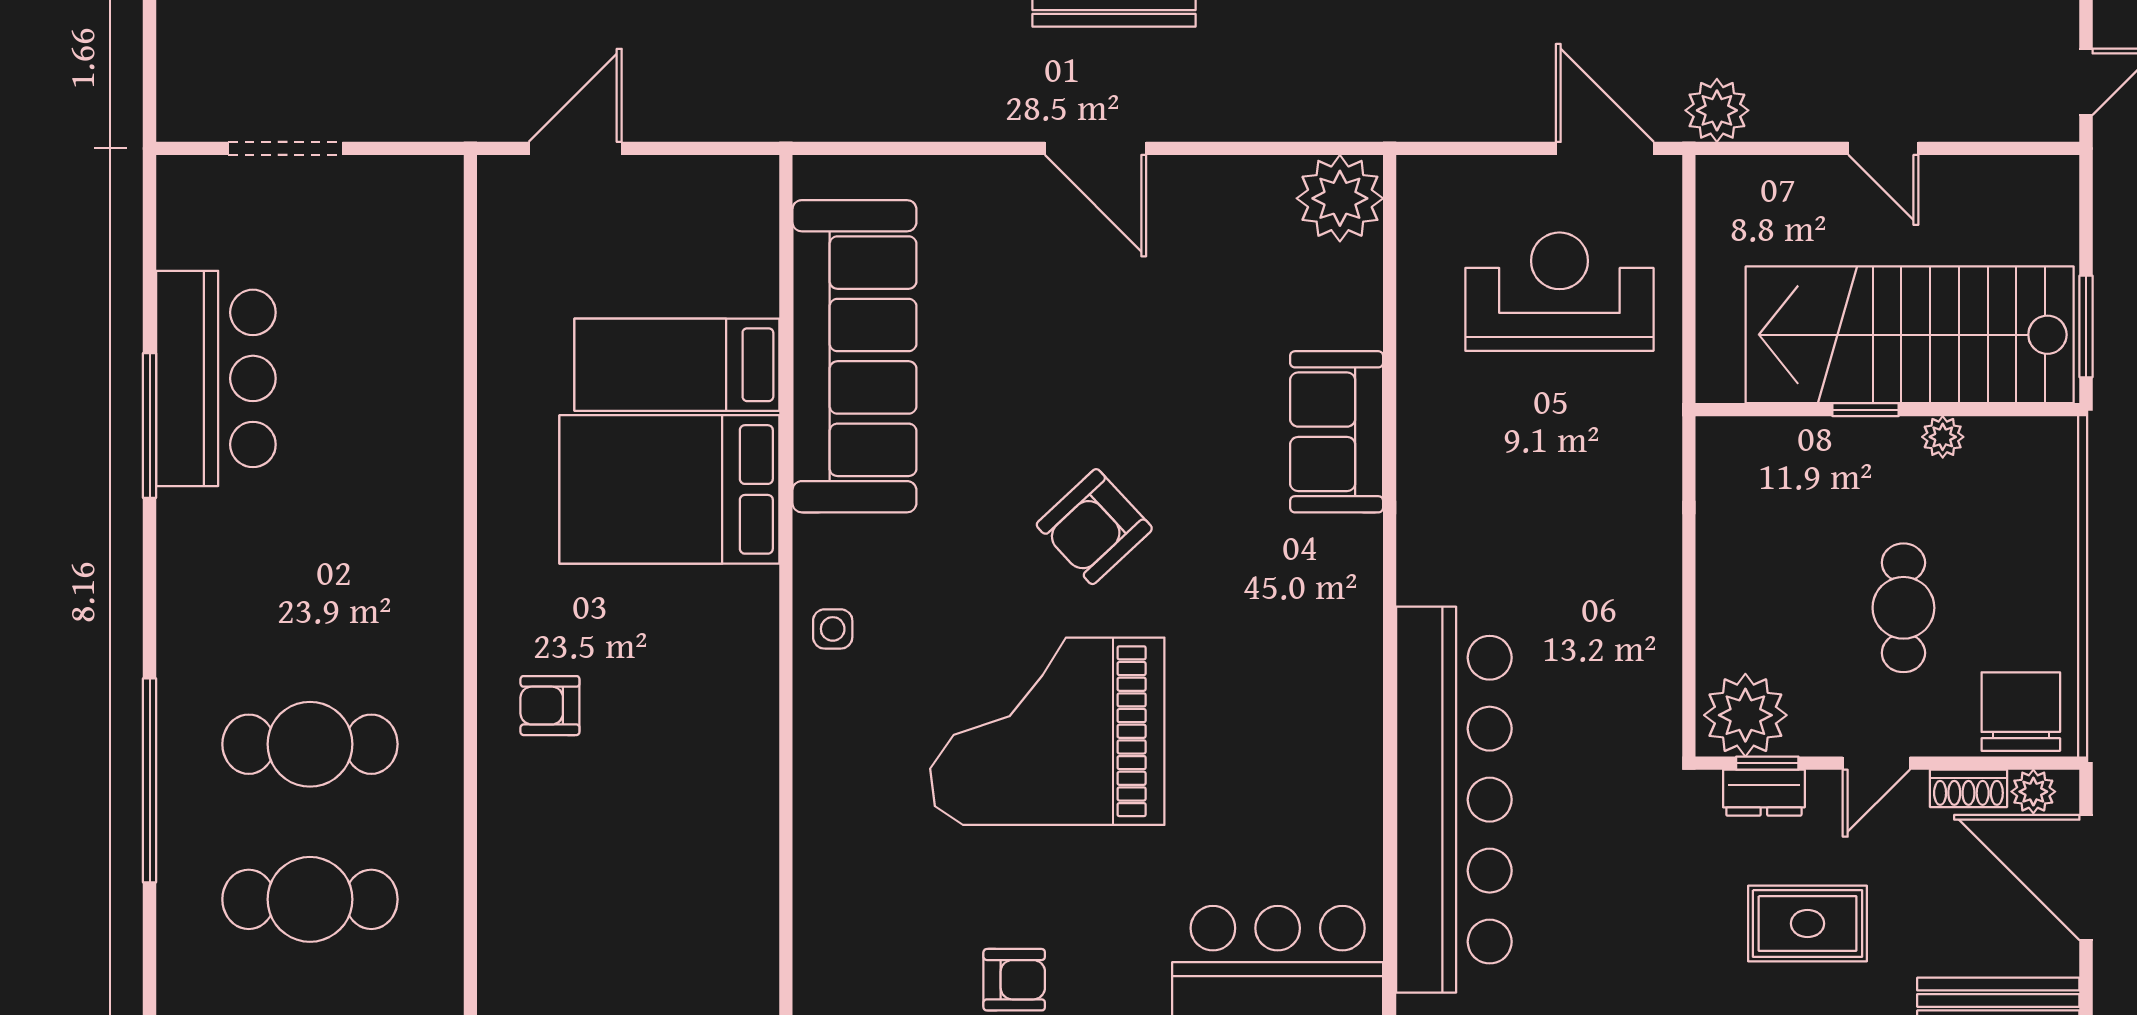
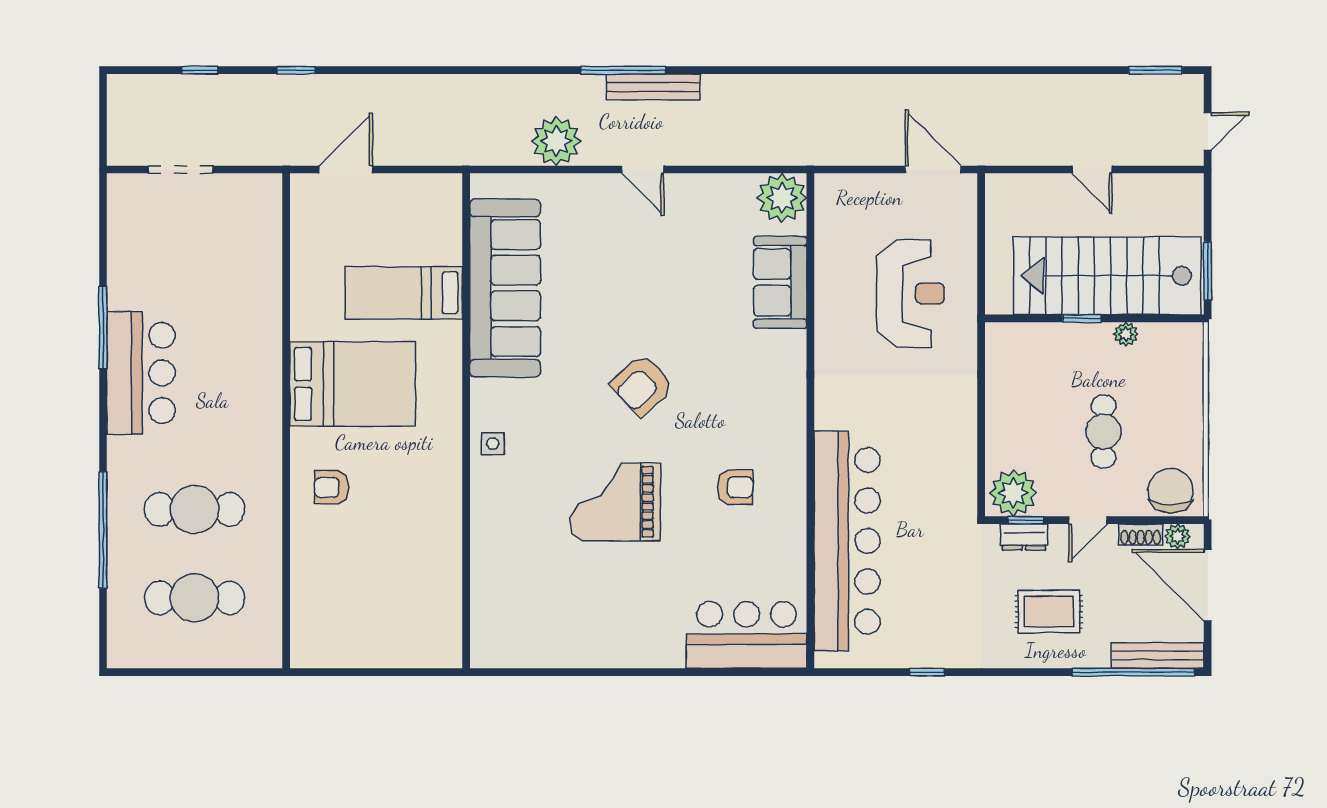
plant: (1717, 110) -> (556, 141), moved, width x1.36, depth x1.36
door: (1096, 148) -> (643, 169), width x0.73
reception desk: (1559, 292) -> (910, 294), moved, turned 90
bar counter: (216, 378) -> (141, 373), moved
sofa: (1337, 432) -> (780, 282), moved
bed: (669, 489) -> (353, 384), moved, turned 180
grand piano: (1047, 731) -> (615, 502), width x0.73, depth x0.68
armchair: (1014, 980) -> (735, 487), moved

